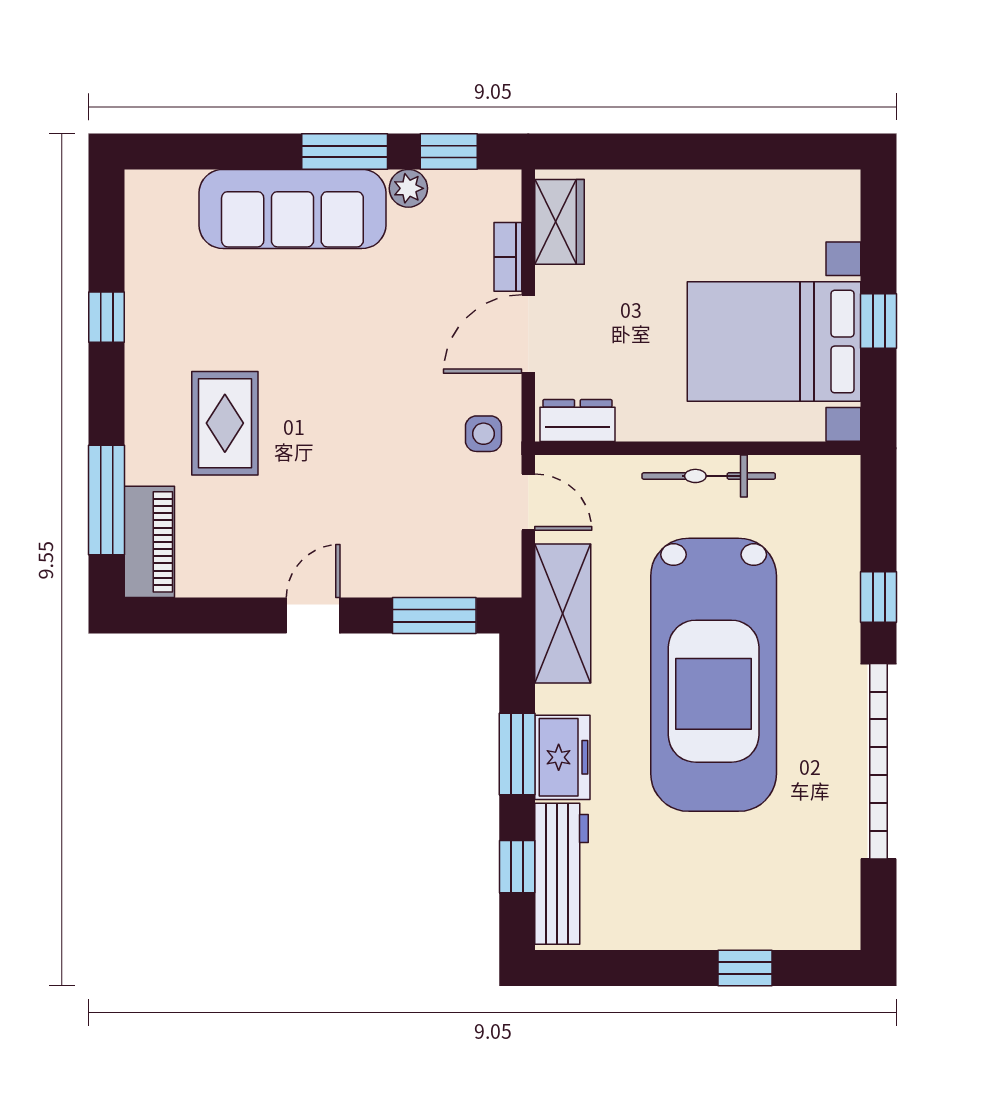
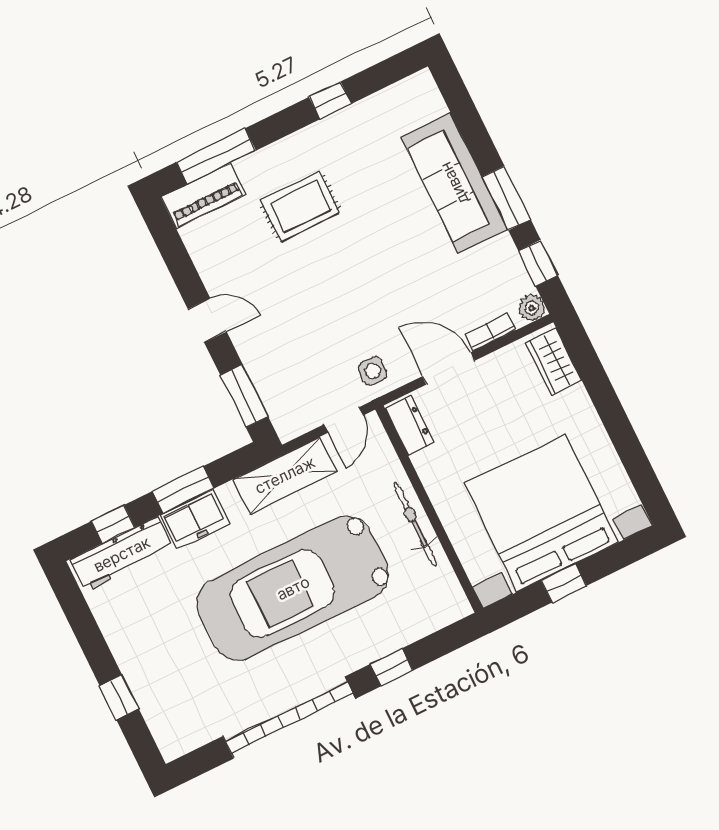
plant: (408, 188) -> (532, 308), moved
wardrobe: (560, 222) -> (554, 362), moved, turned 90
bed with nightstands: (774, 342) -> (541, 513), width x1.36

